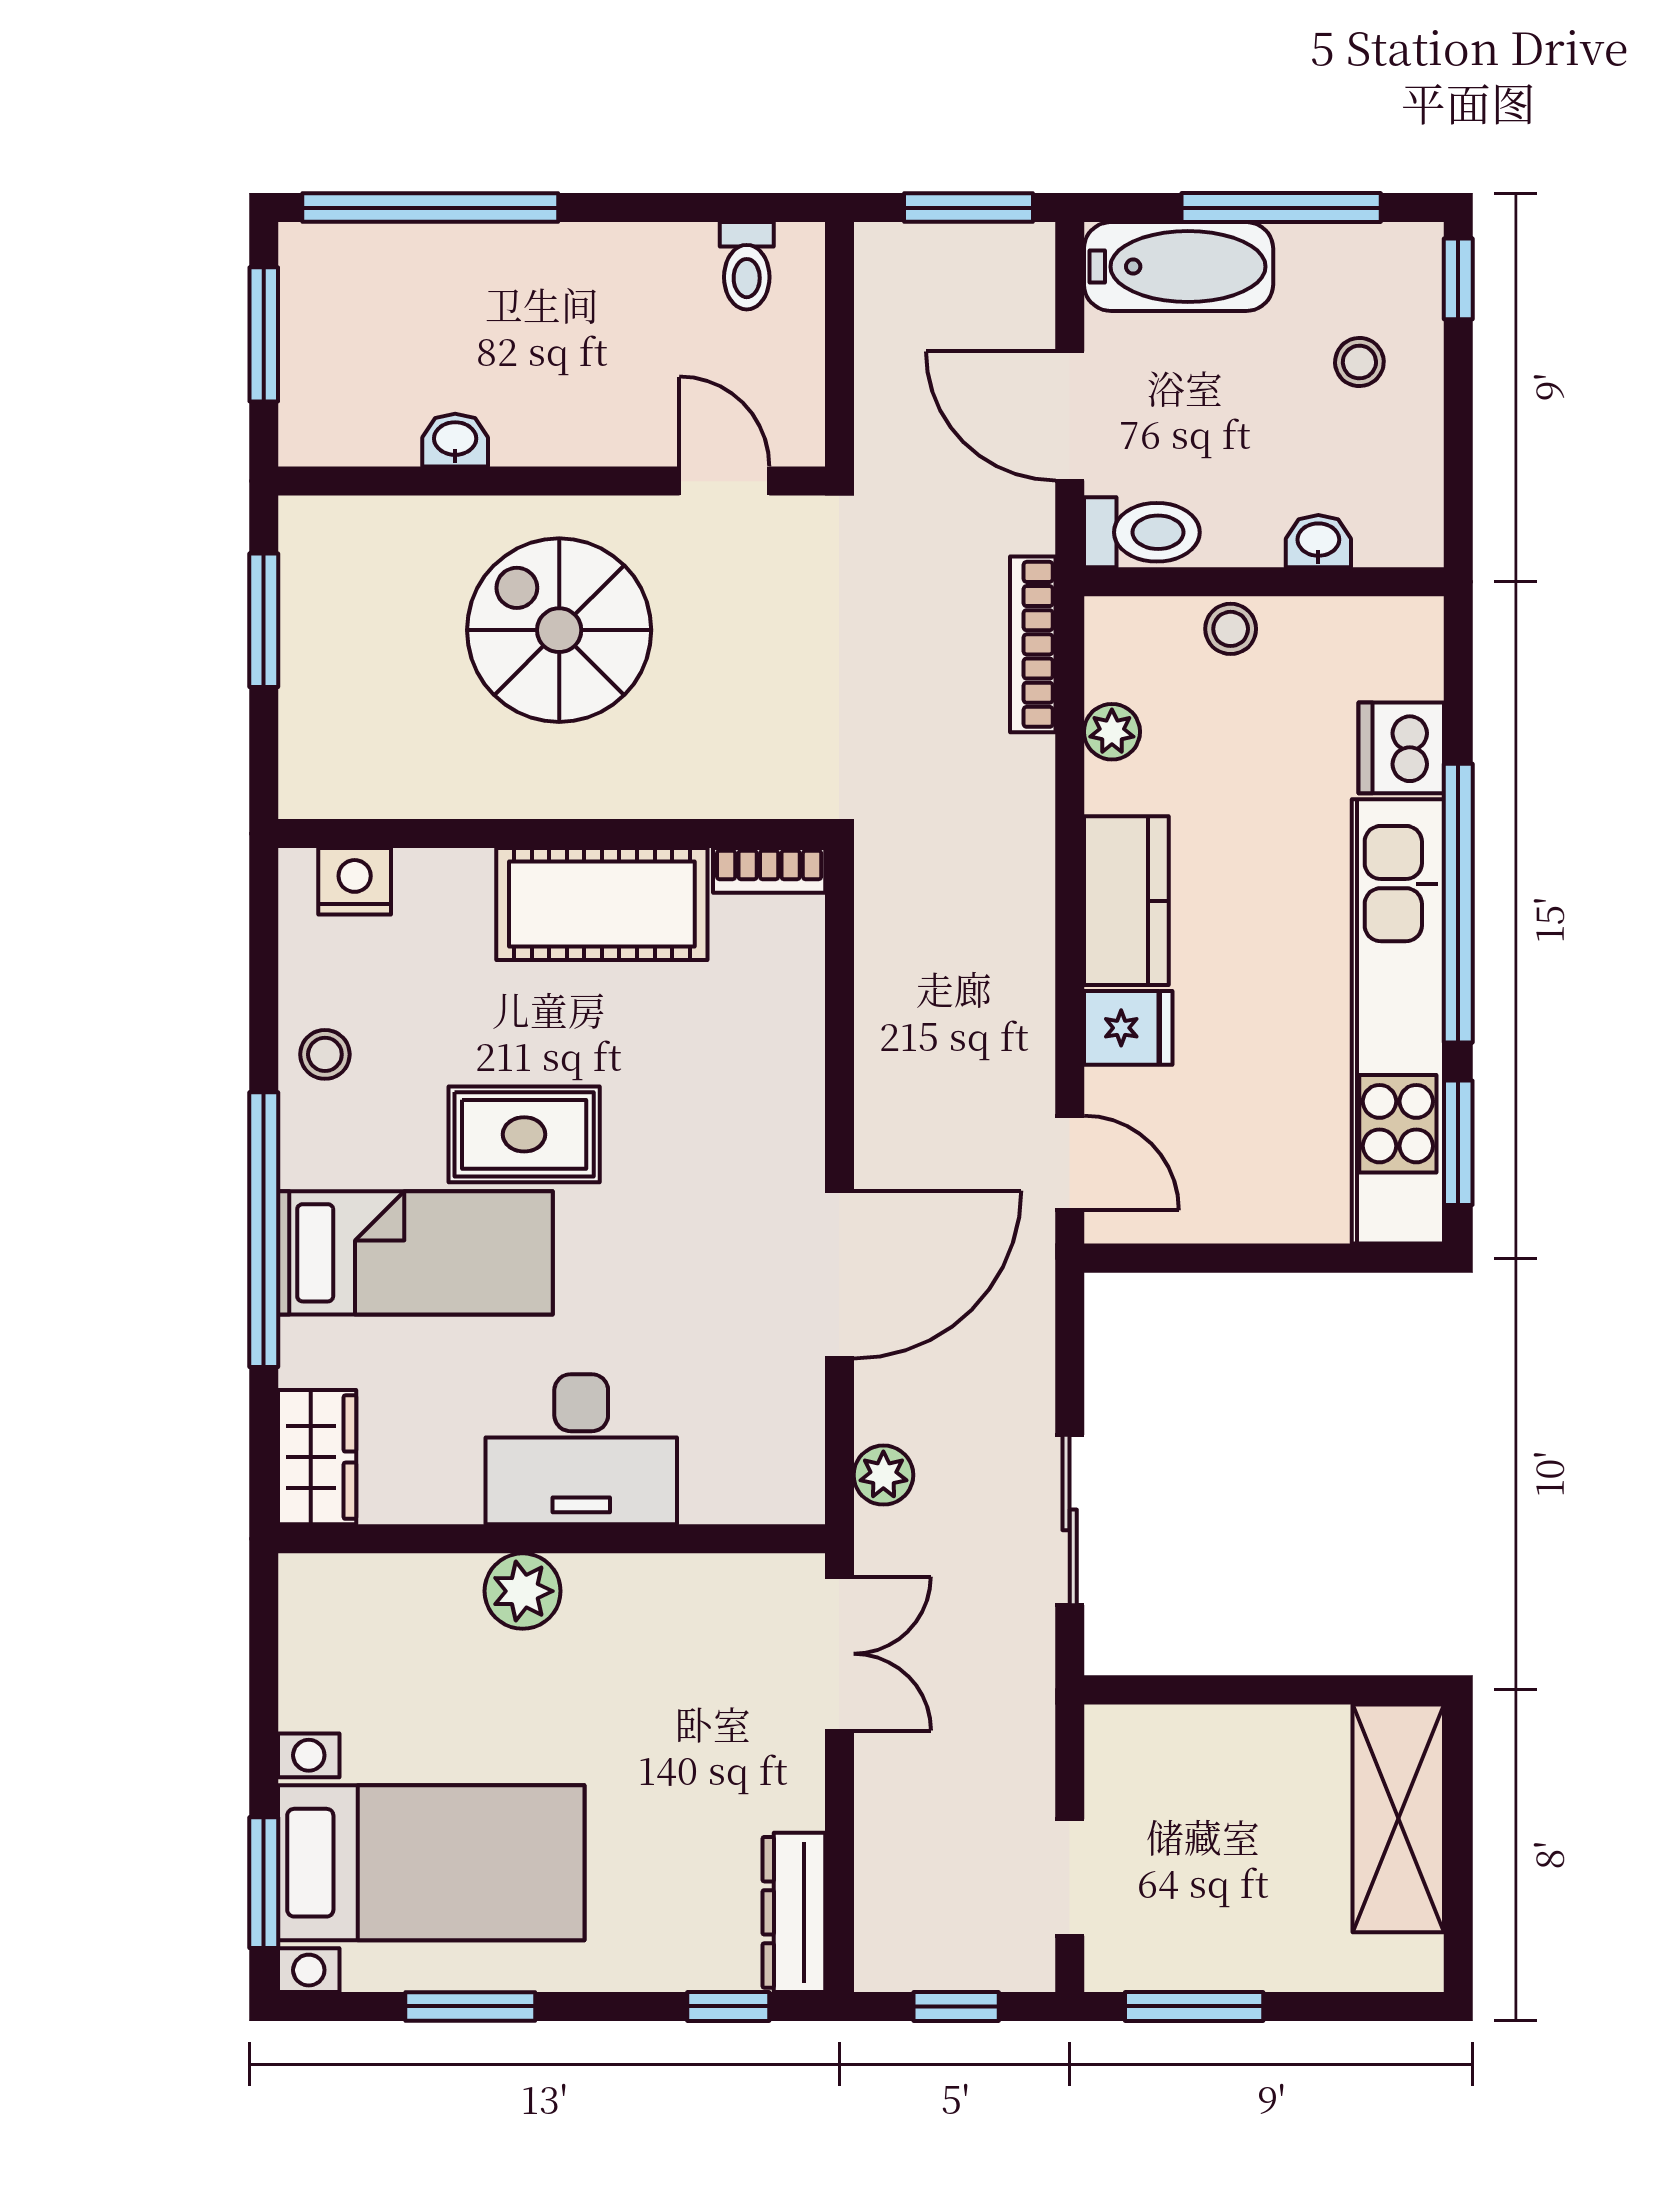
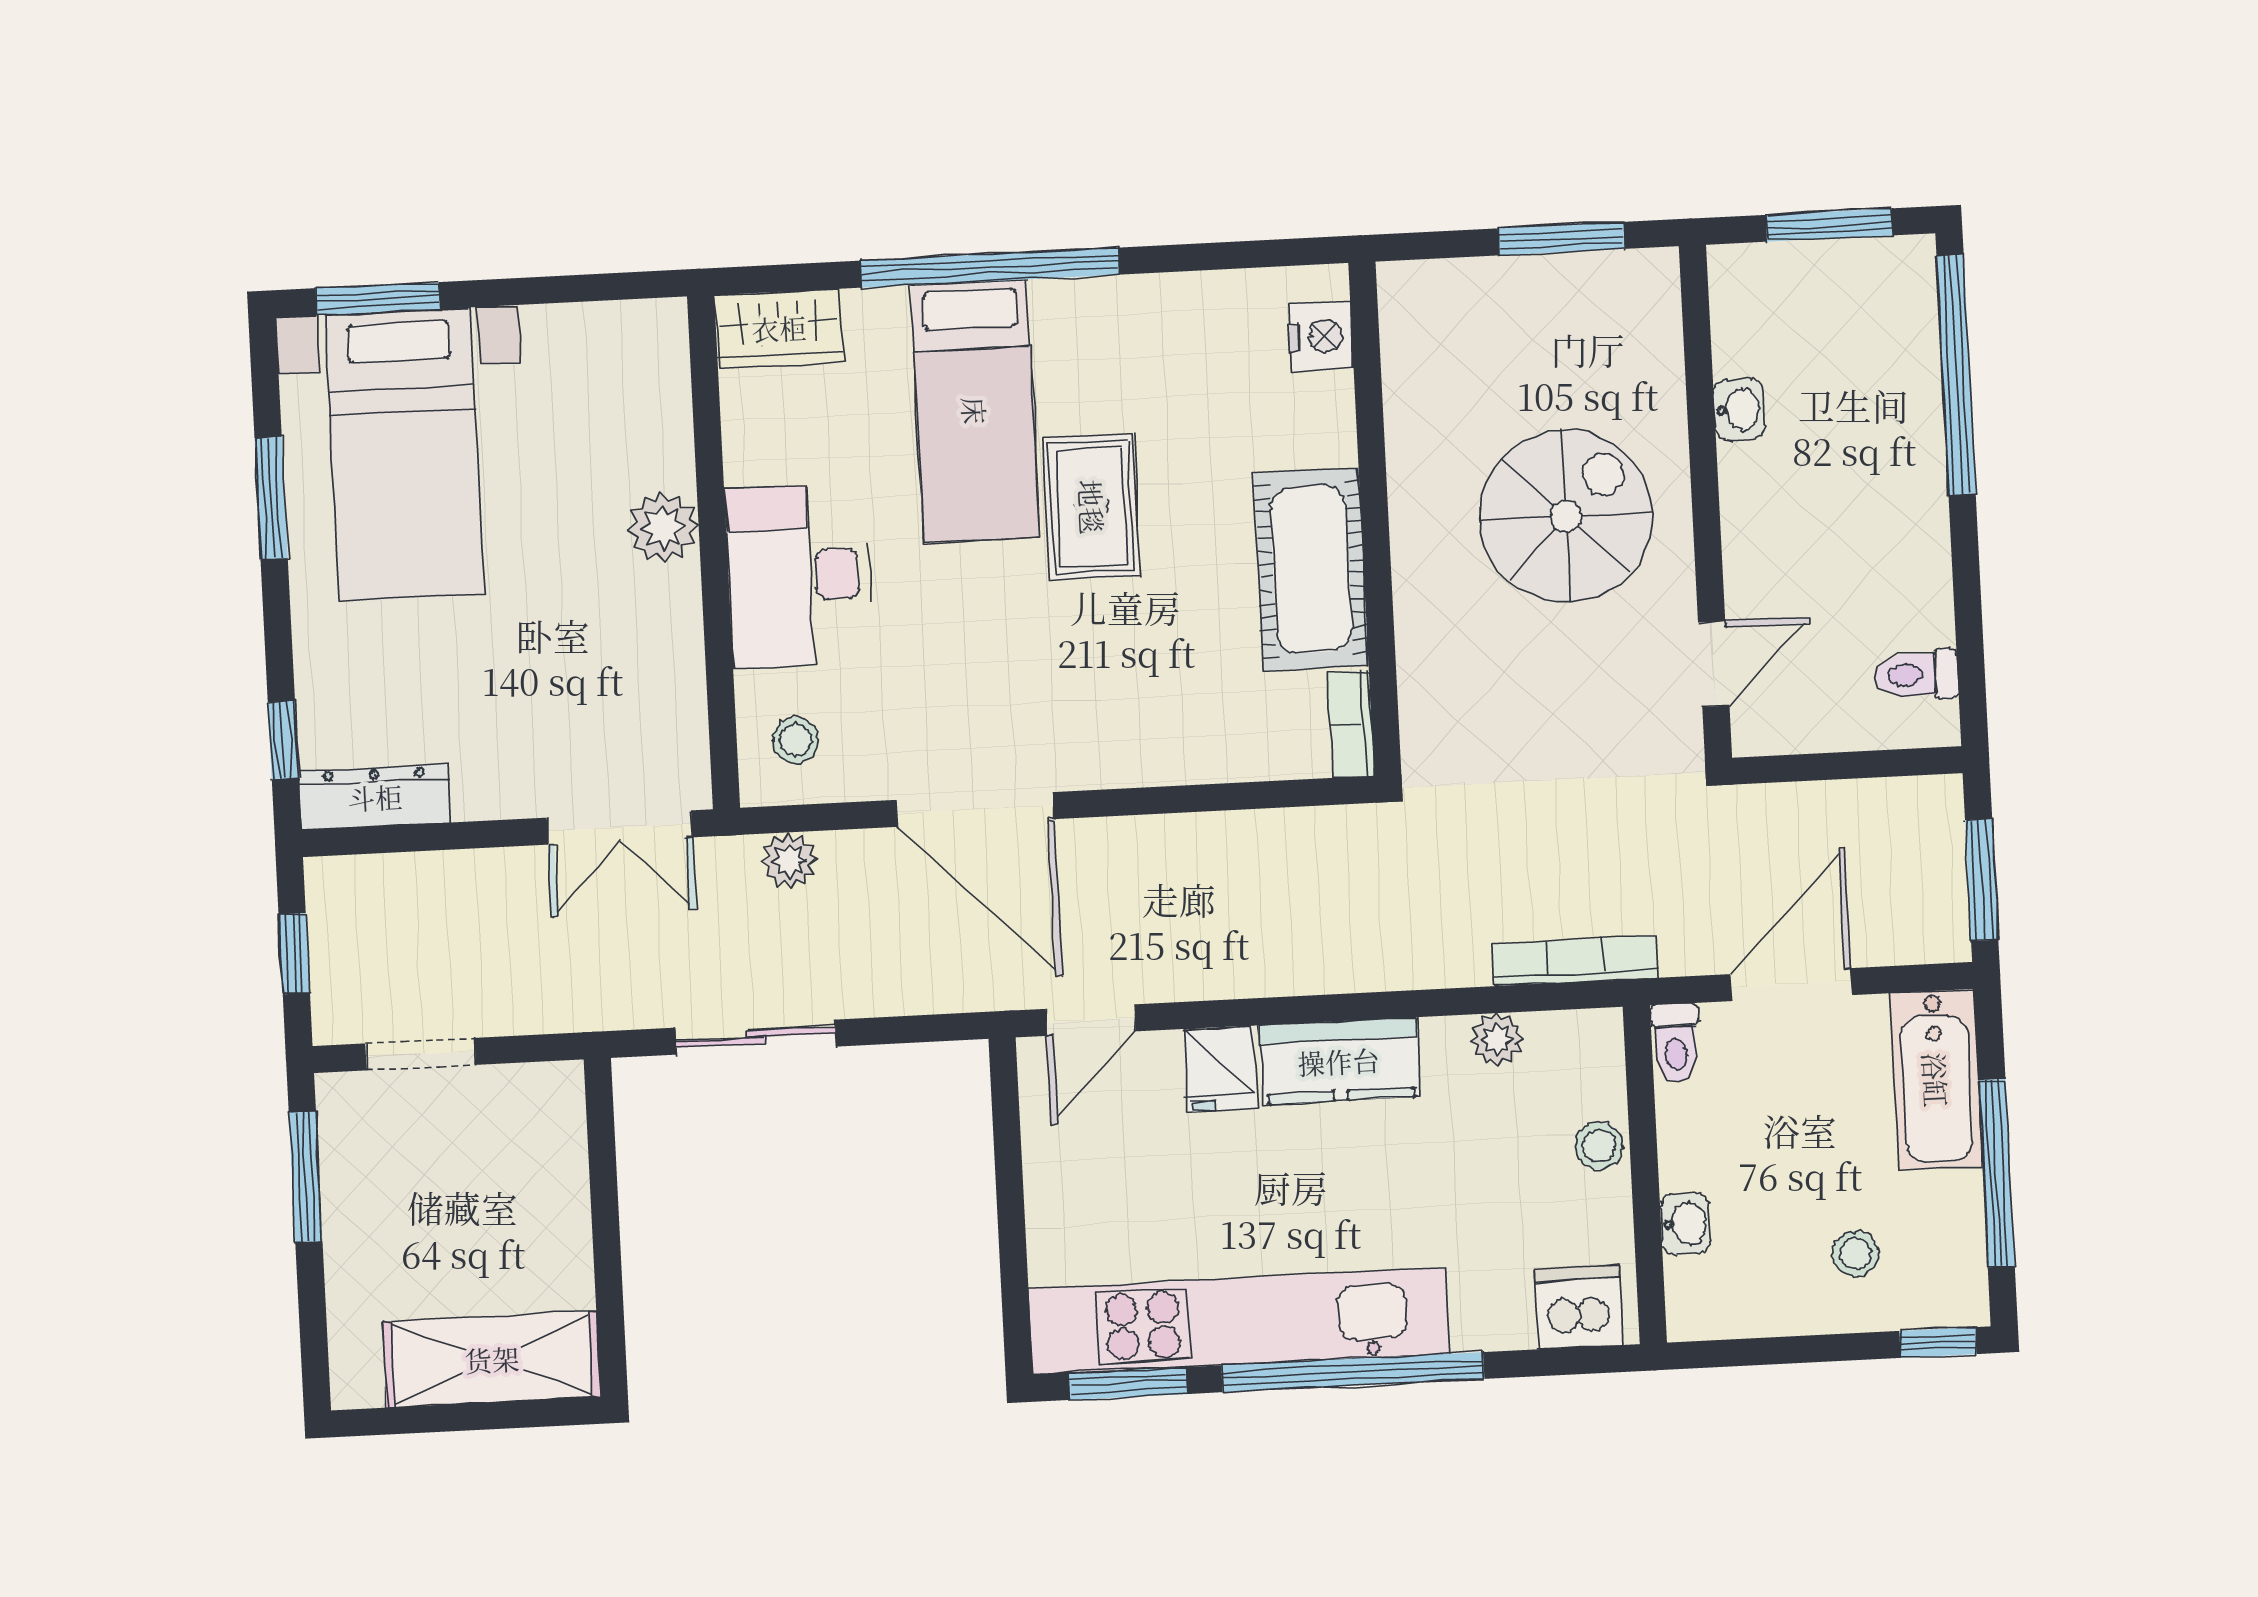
toilet: (1142, 532) -> (1676, 1043), width x0.73, depth x0.72
dishwasher: (1401, 748) -> (1579, 1307), moved
stool: (325, 1054) -> (796, 740), moved

